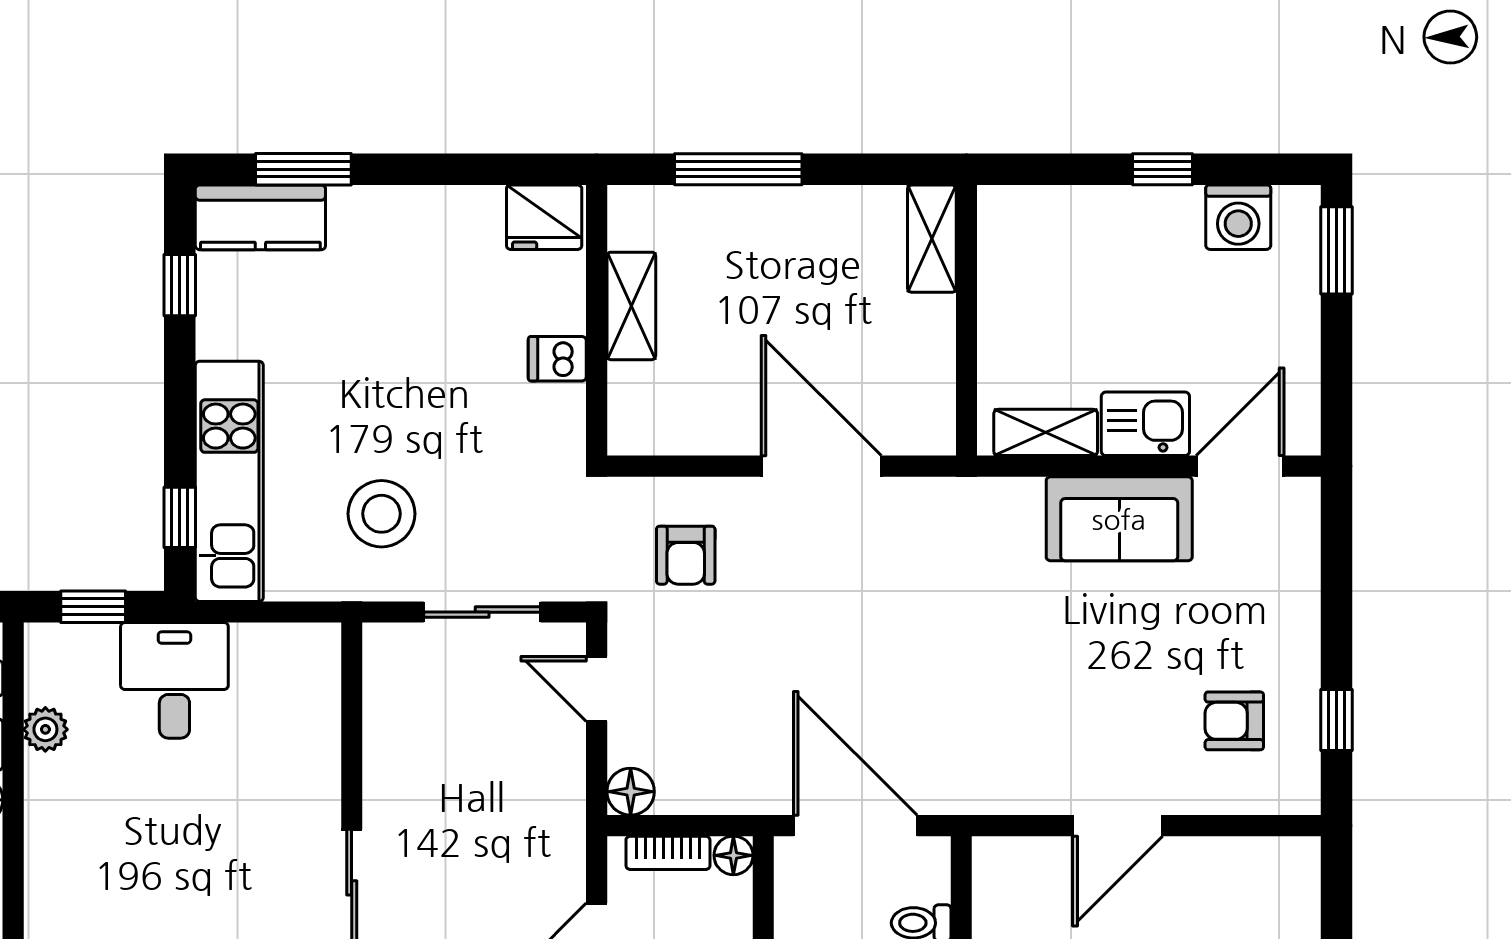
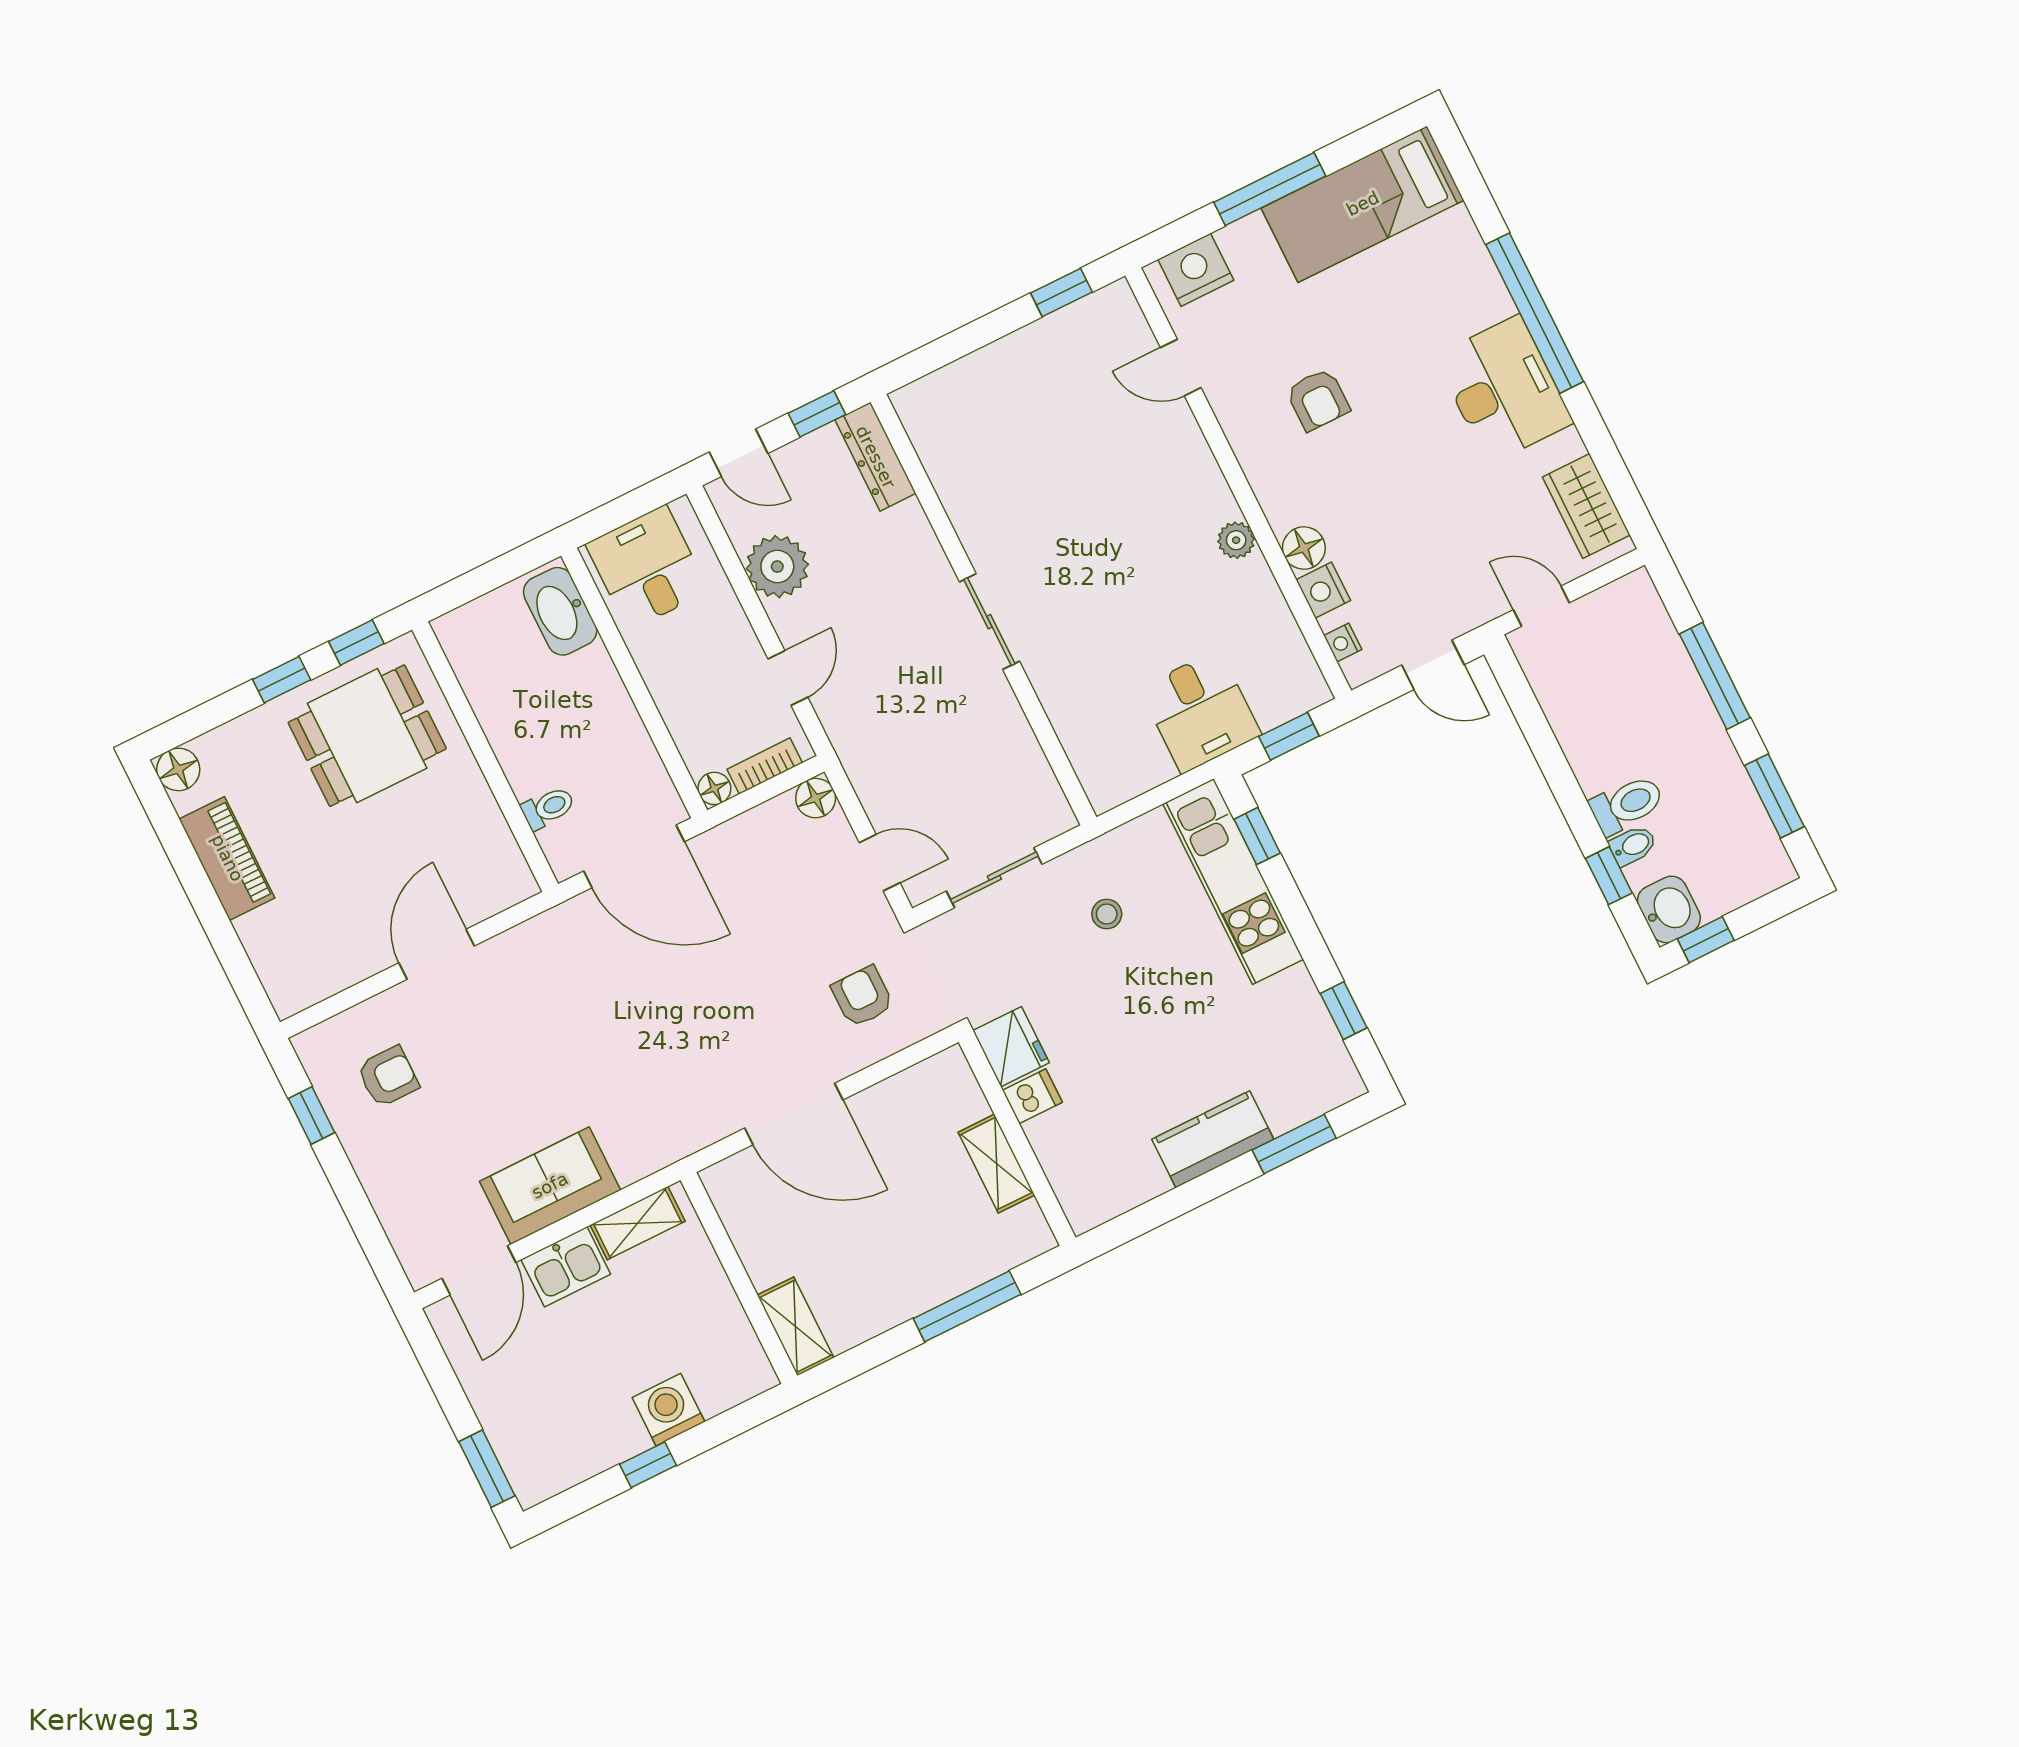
kitchen counter: (260, 217) -> (1213, 1139), moved
fridge: (544, 217) -> (1011, 1047), moved, turned 90
washing machine: (1238, 217) -> (668, 1410), moved
stool: (382, 514) -> (1107, 914), width x0.53, depth x0.53
plant: (45, 729) -> (1236, 540), moved

